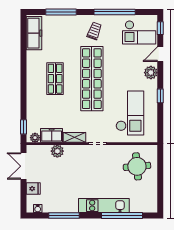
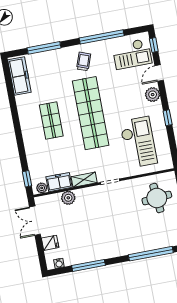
kitchen unit: (104, 206) -> (129, 247), removed

